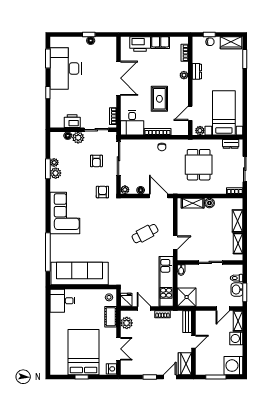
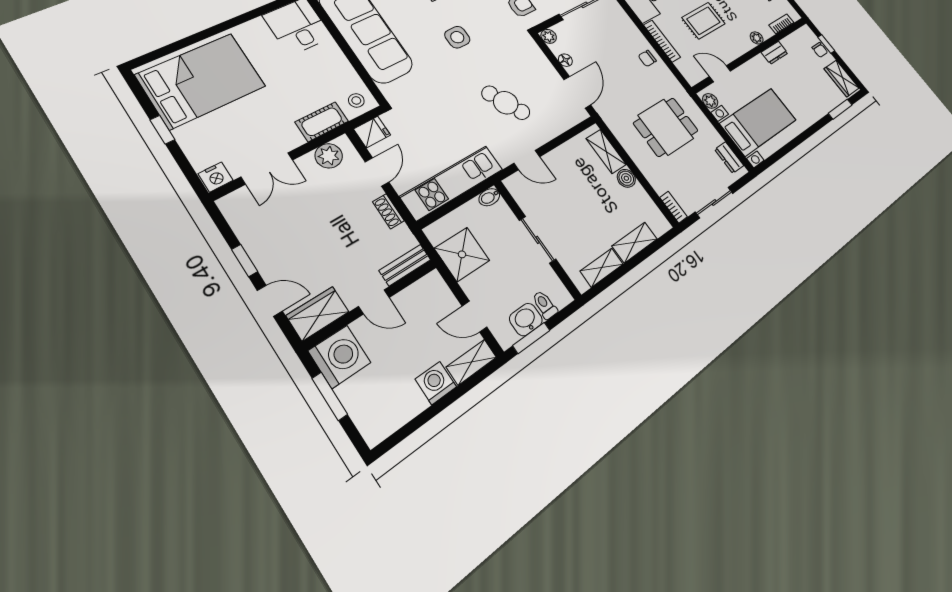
side table: (103, 234) -> (457, 37), added
shower: (187, 297) -> (462, 254), moved
bed: (83, 352) -> (201, 81), moved
washing machine: (233, 366) -> (339, 357), moved, turned 90

